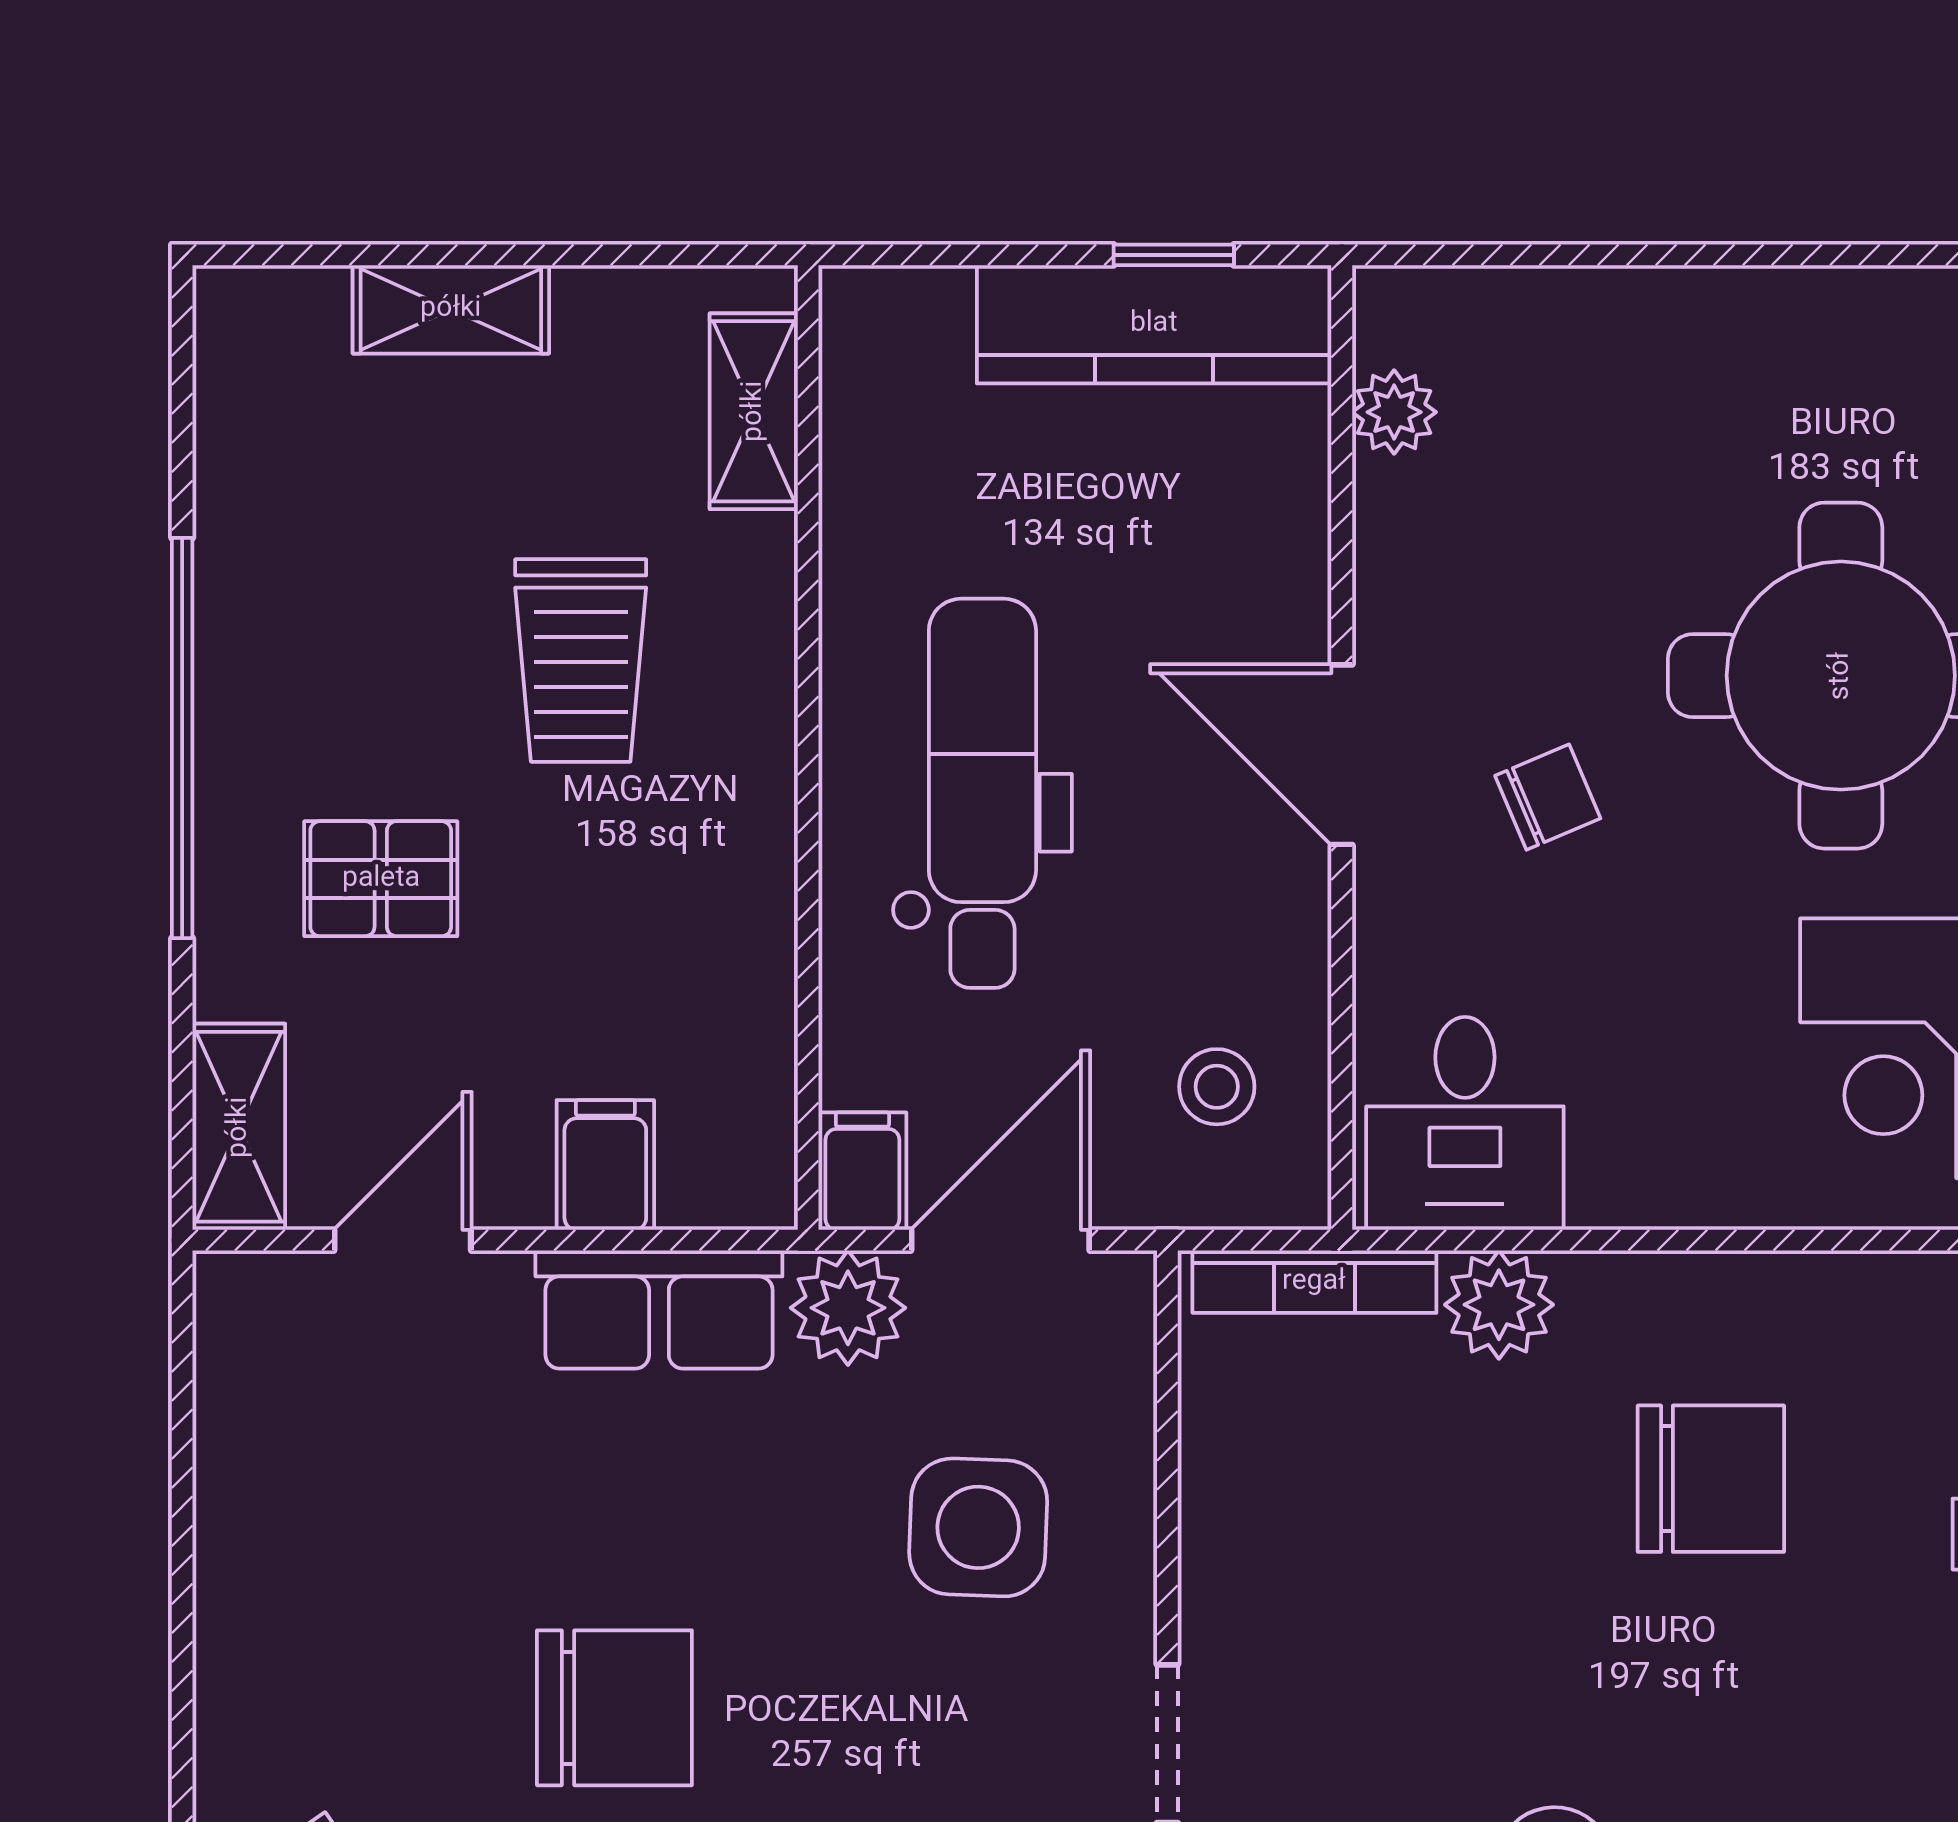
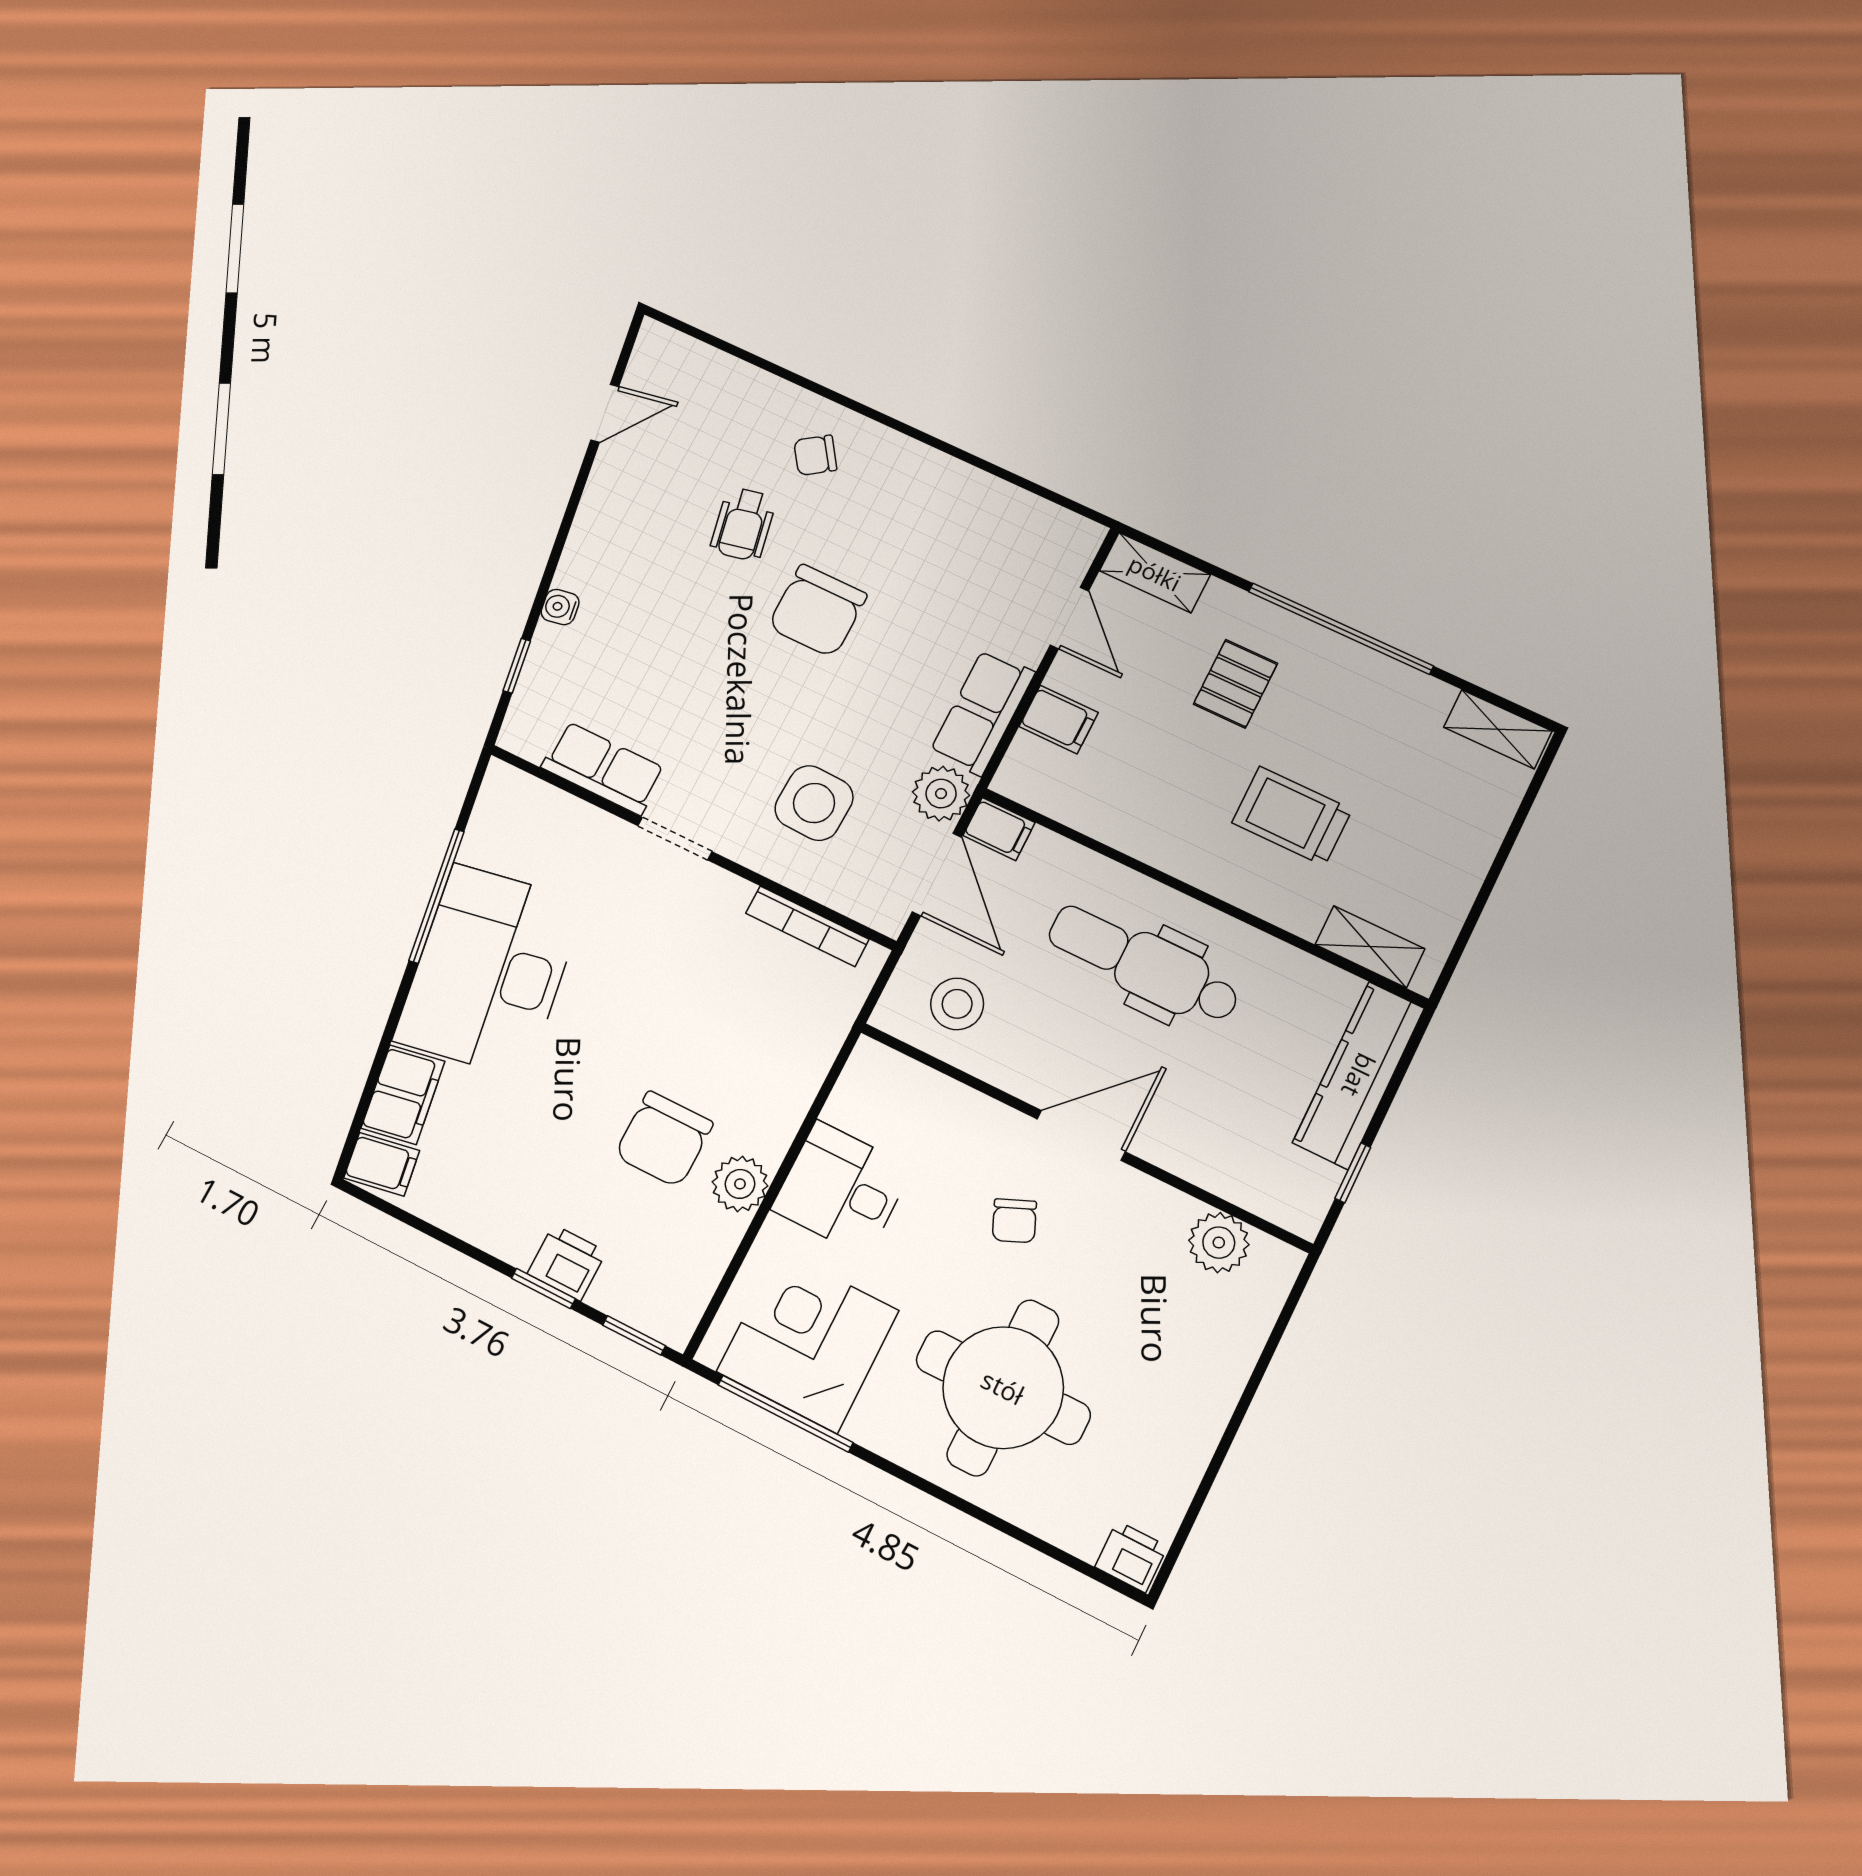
shelving: (451, 309) -> (1498, 729), moved, turned 90
kitchen counter: (1154, 324) -> (1359, 1075), moved
plant: (1394, 412) -> (1219, 1243), width x1.38, depth x1.38
dental chair: (982, 793) -> (1144, 964), turned 180
stool: (1217, 1087) -> (957, 1004), width x1.37, depth x1.37
desk: (1465, 1123) -> (842, 1189), moved
bookcase: (1314, 1282) -> (807, 926), moved, turned -90
plant: (1499, 1305) -> (740, 1184), moved

